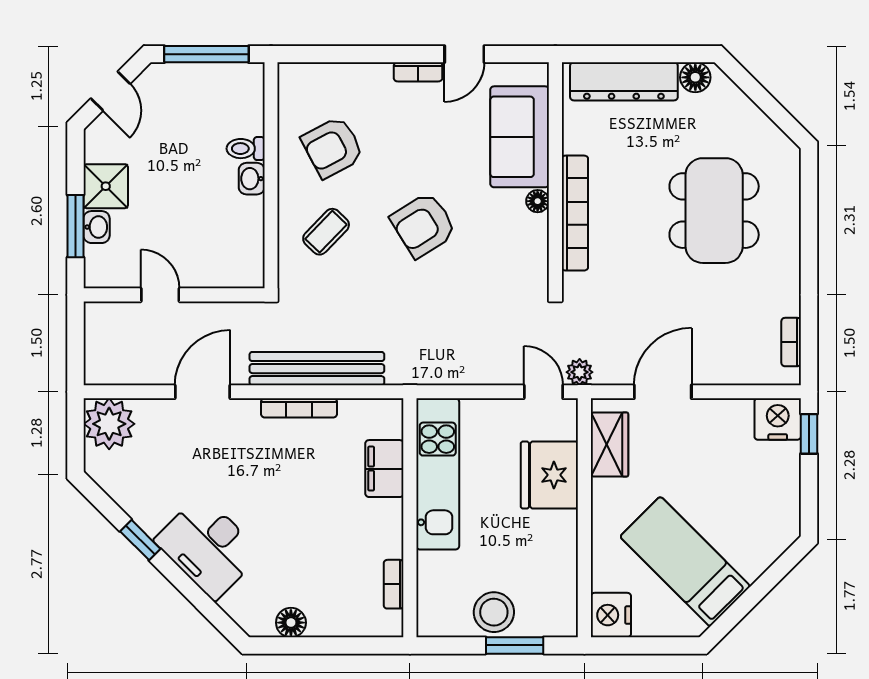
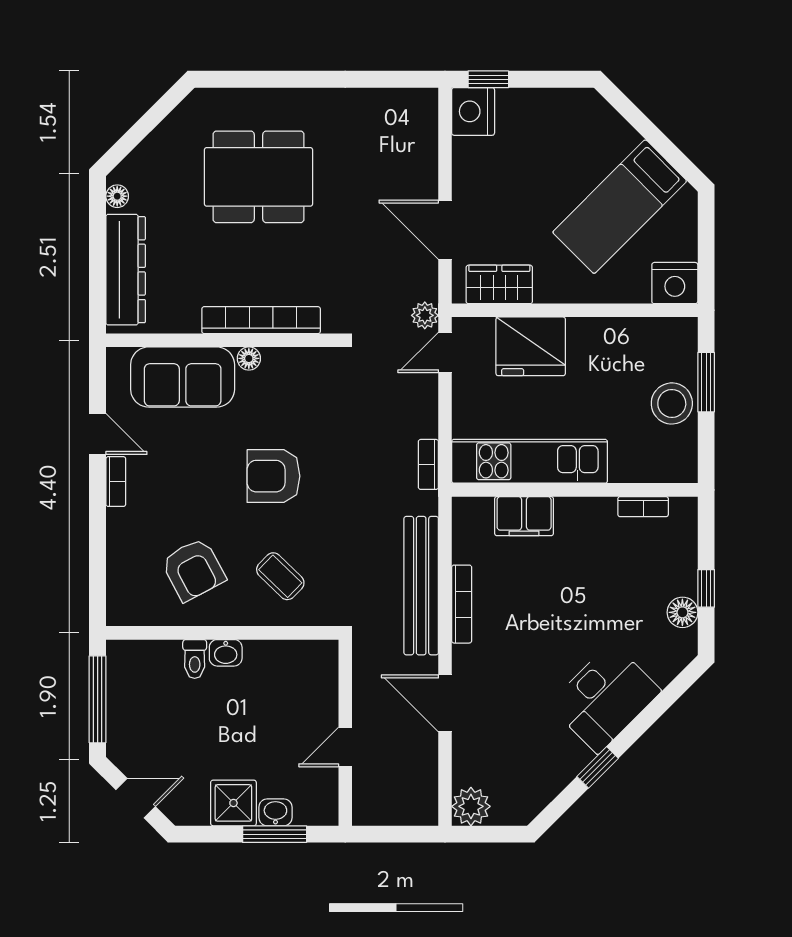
floor lamp: (695, 77) -> (117, 196), width x0.73, depth x0.73
armchair: (423, 225) -> (273, 476), turned 122
bookcase: (791, 342) -> (428, 464), moved, turned 90
plant: (109, 424) -> (471, 806), width x0.73, depth x0.73
window: (314, 645) -> (706, 588), added

